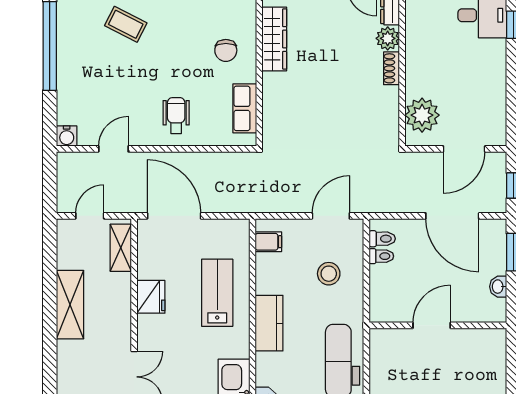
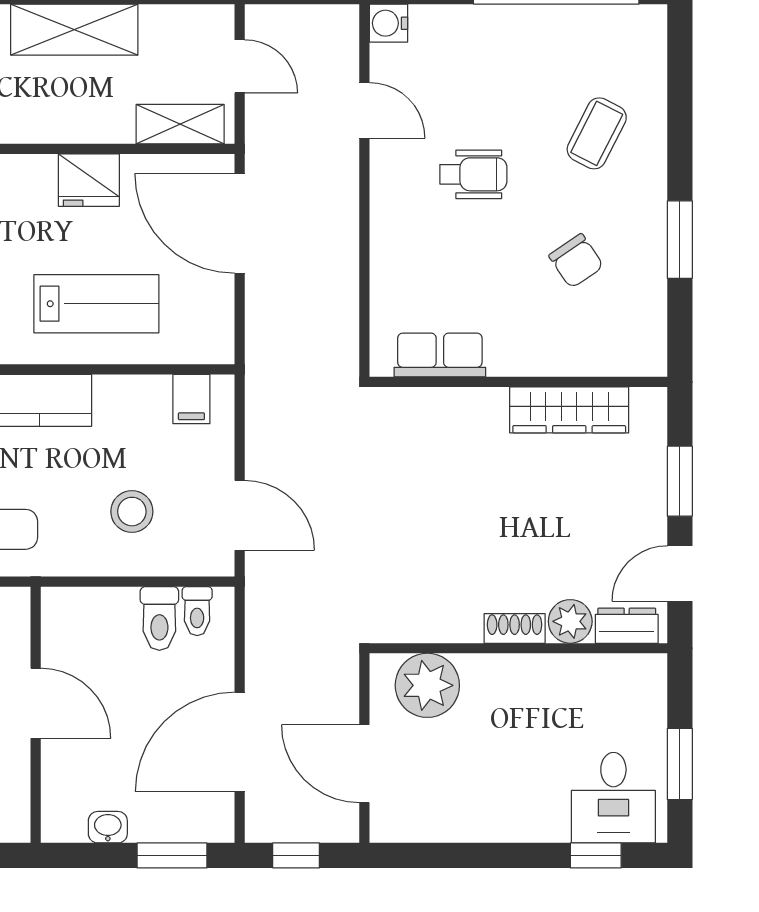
chair: (226, 50) -> (576, 261), moved, turned -124
wheelchair: (176, 116) -> (473, 174), moved
door: (174, 216) -> (240, 223), swing flipped
toilet: (381, 256) -> (159, 618), width x1.37, depth x1.39

